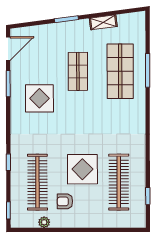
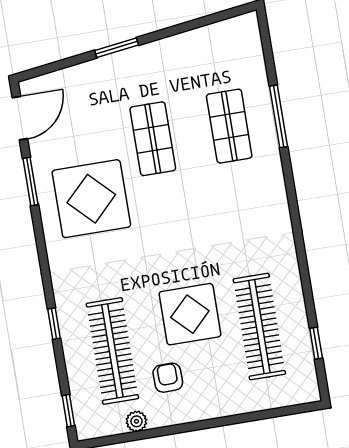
shelving: (103, 22) -> (184, 43), removed
shop shelf: (120, 71) -> (229, 126), width x0.70, depth x0.74
display table: (39, 98) -> (91, 199), width x1.36, depth x1.36
armchair: (65, 201) -> (168, 378), turned 89

